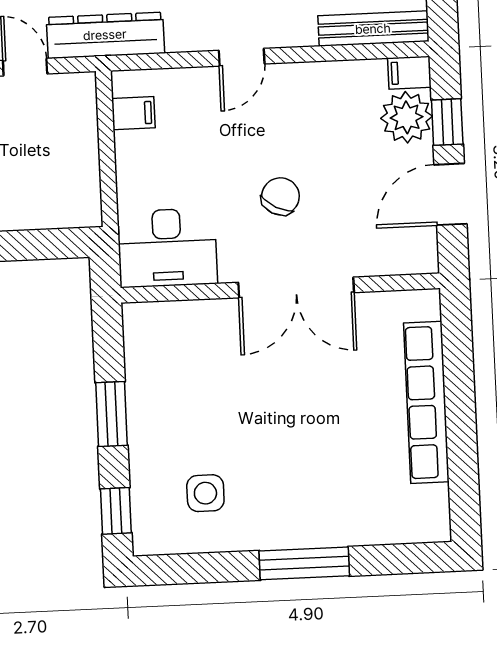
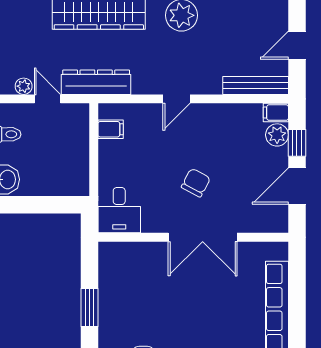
plant: (407, 117) -> (277, 135), width x0.73, depth x0.73
desk: (167, 248) -> (119, 210), width x0.73

